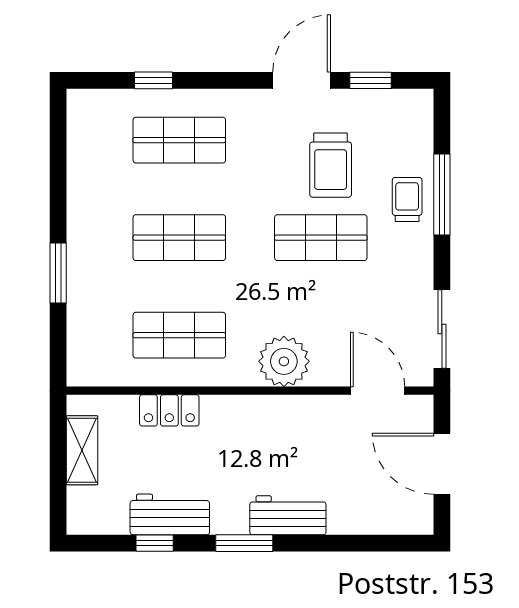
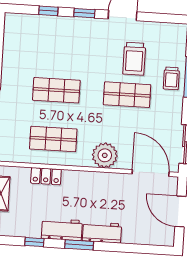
window: (370, 80) -> (84, 13), moved
shop shelf: (179, 140) -> (59, 41), removed
trolley: (407, 200) -> (171, 78), turned 180
door: (378, 391) -> (151, 173), width x1.36
workbench: (170, 514) -> (62, 229), moved

